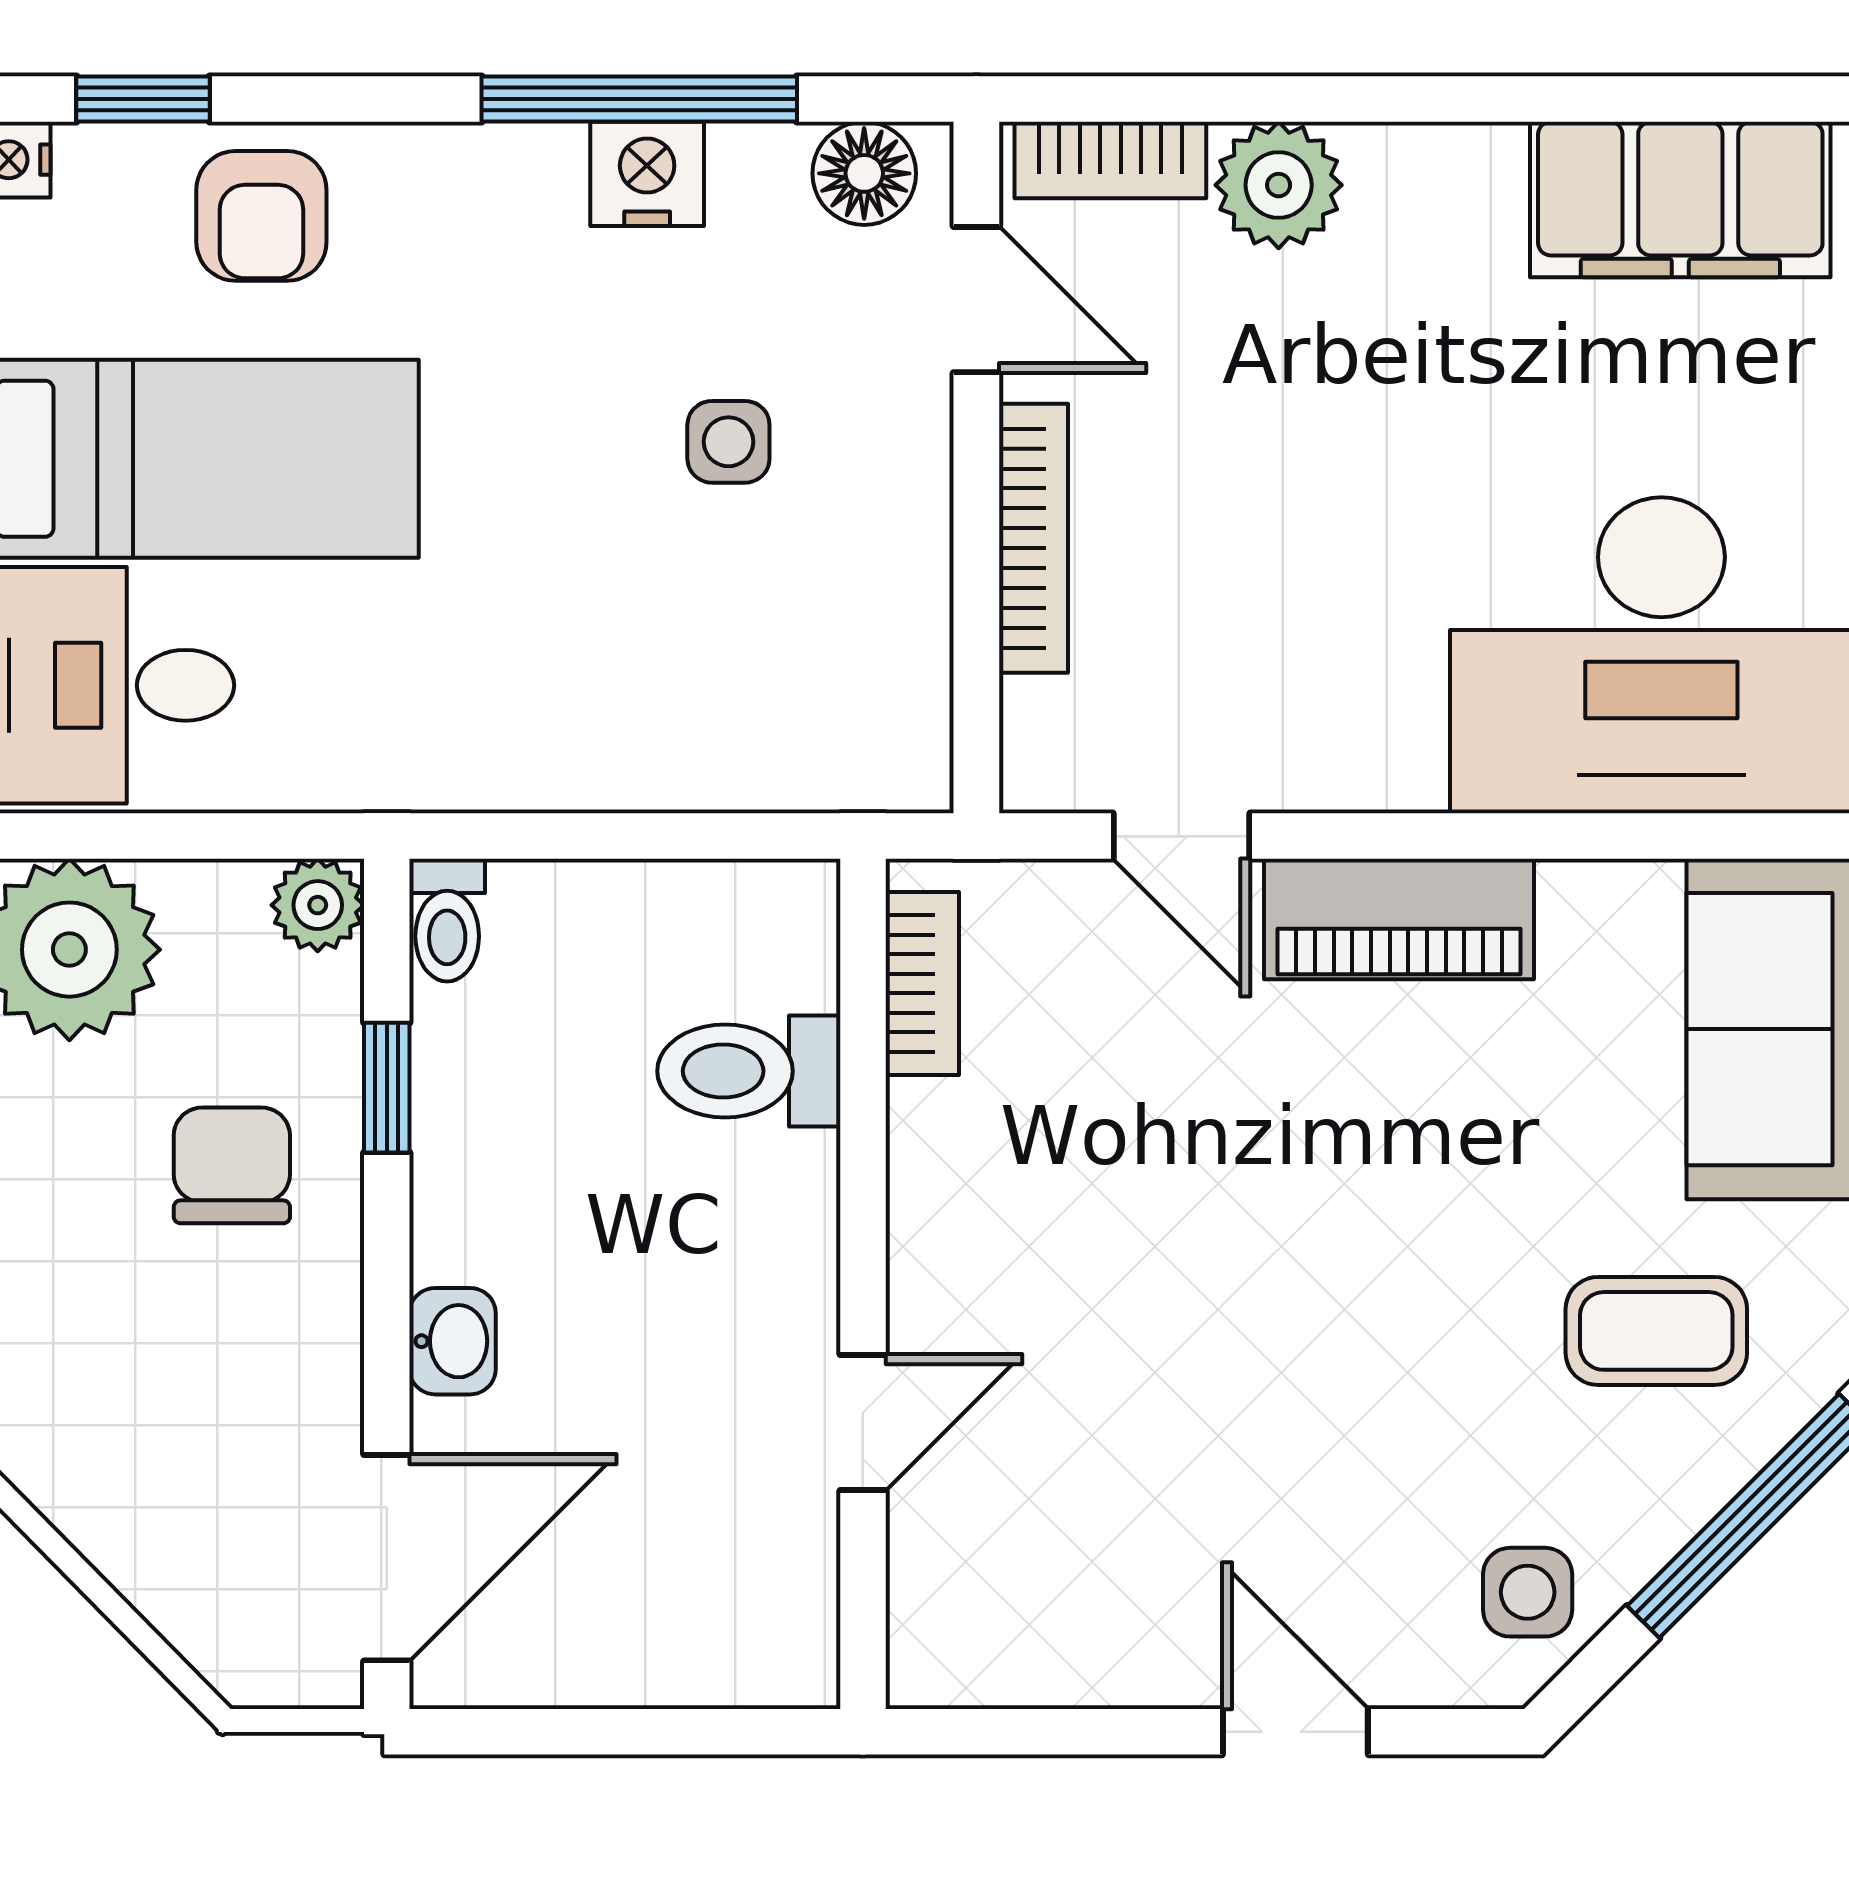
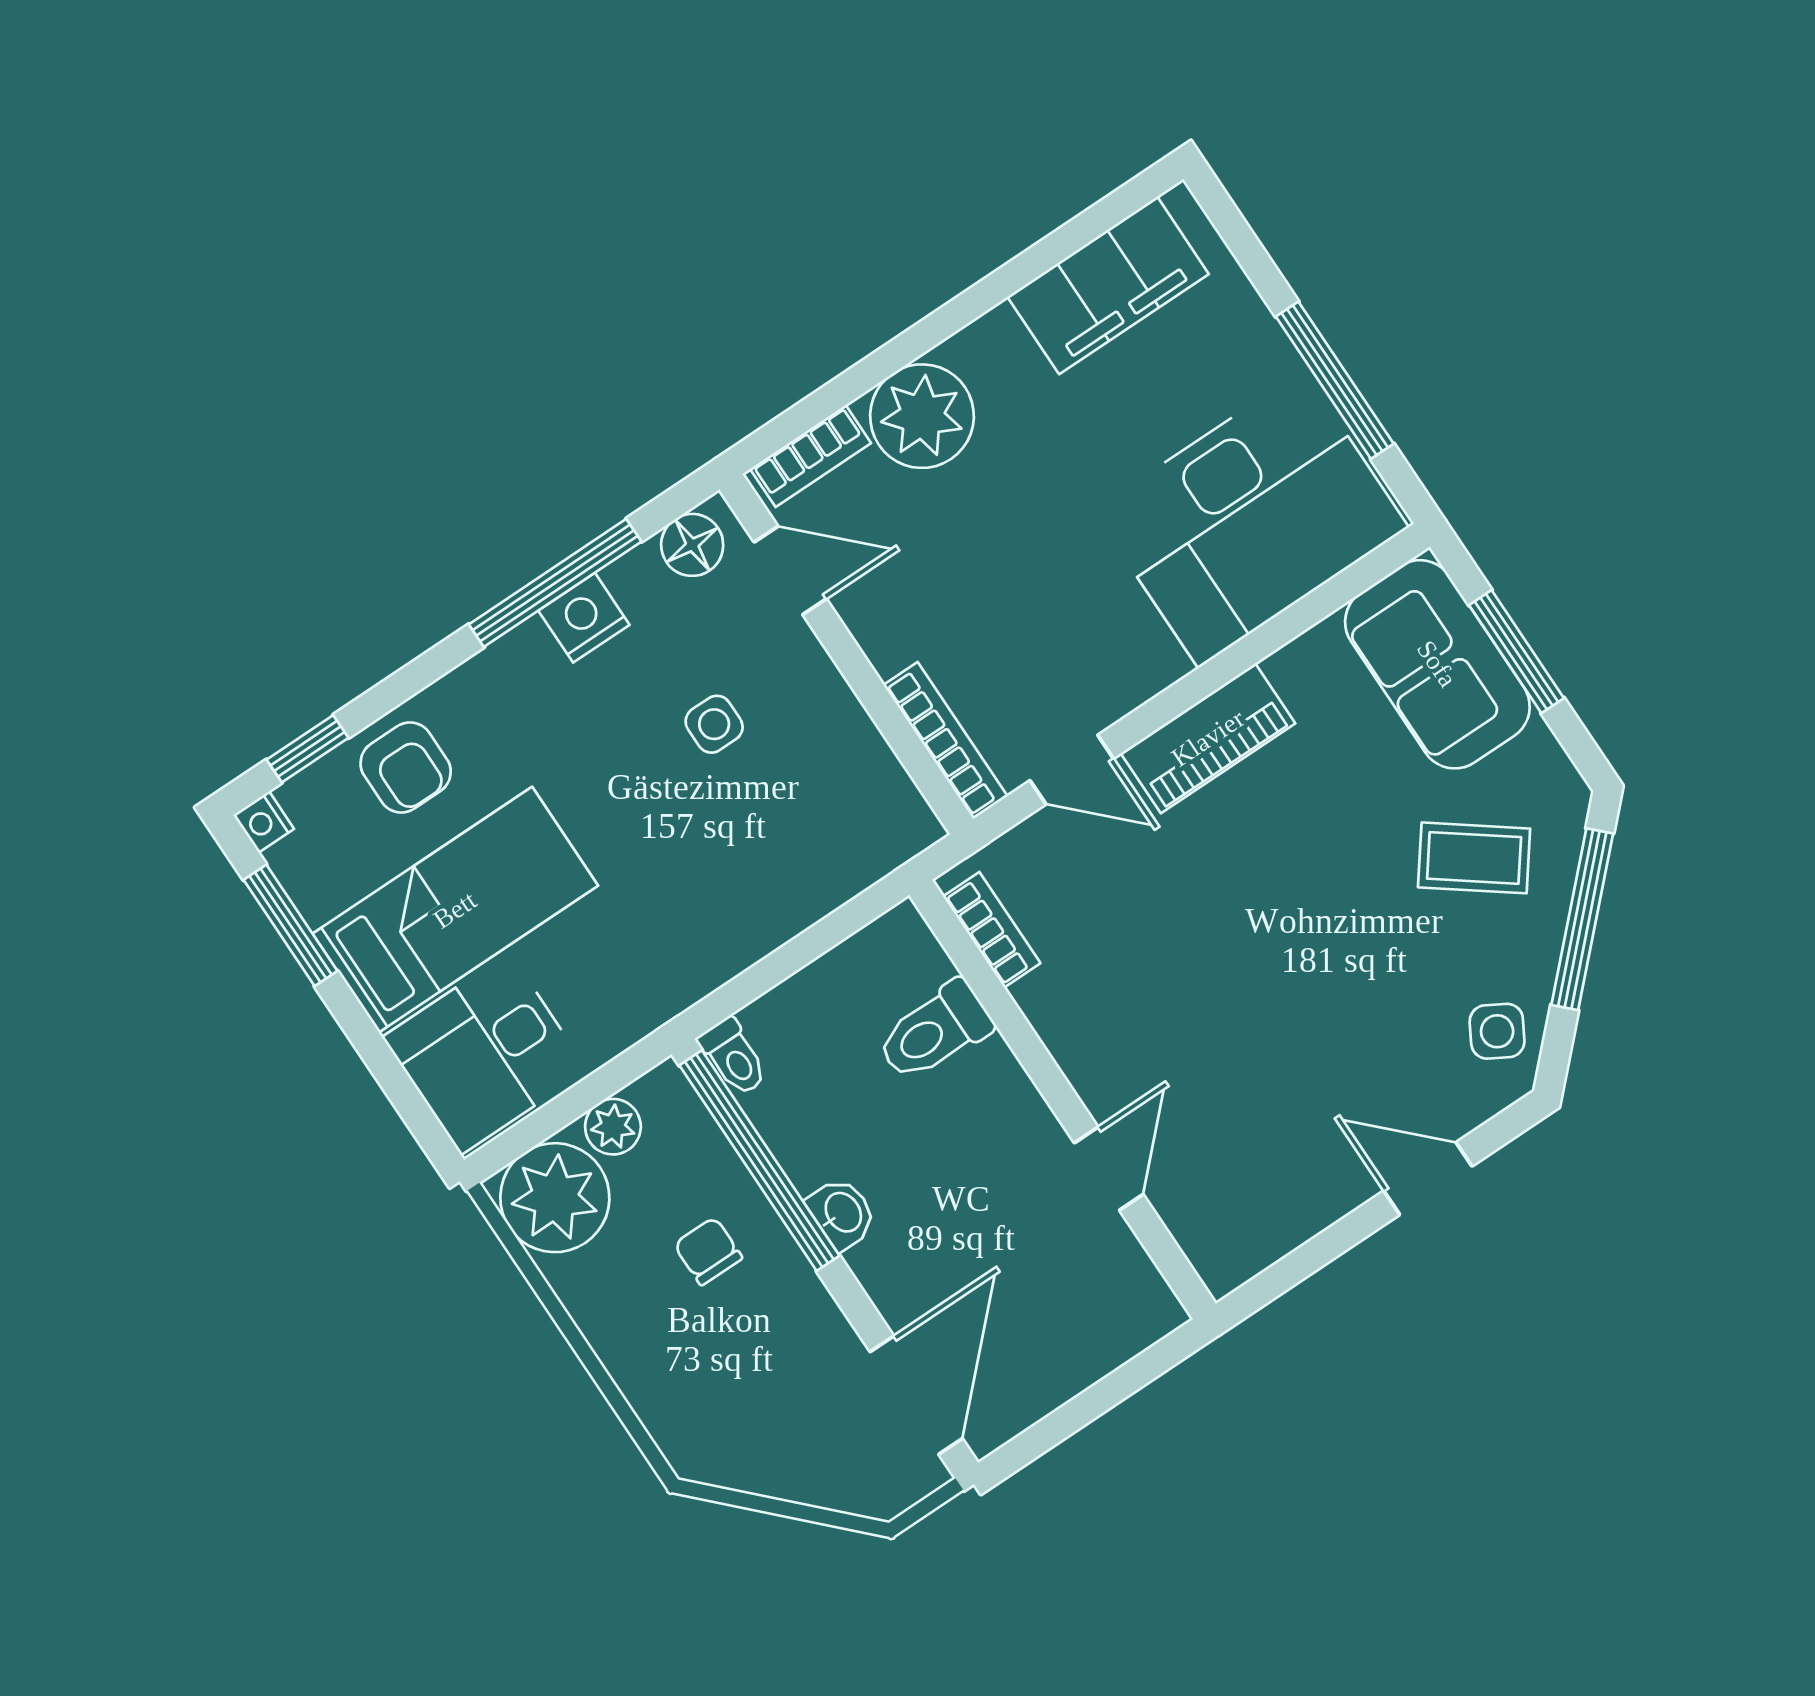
plant: (1279, 185) -> (922, 416), width x1.36, depth x1.36
bookcase: (1034, 538) -> (945, 741), moved
plant: (318, 905) -> (613, 1127), moved
window: (387, 1088) -> (759, 1161), width x3.17
chair: (232, 1165) -> (708, 1251), width x0.73, depth x0.73
coffee table: (1656, 1331) -> (1474, 858), turned 37
washbasin: (453, 1341) -> (842, 1213), moved
side table: (1528, 1592) -> (1497, 1031), turned 30

